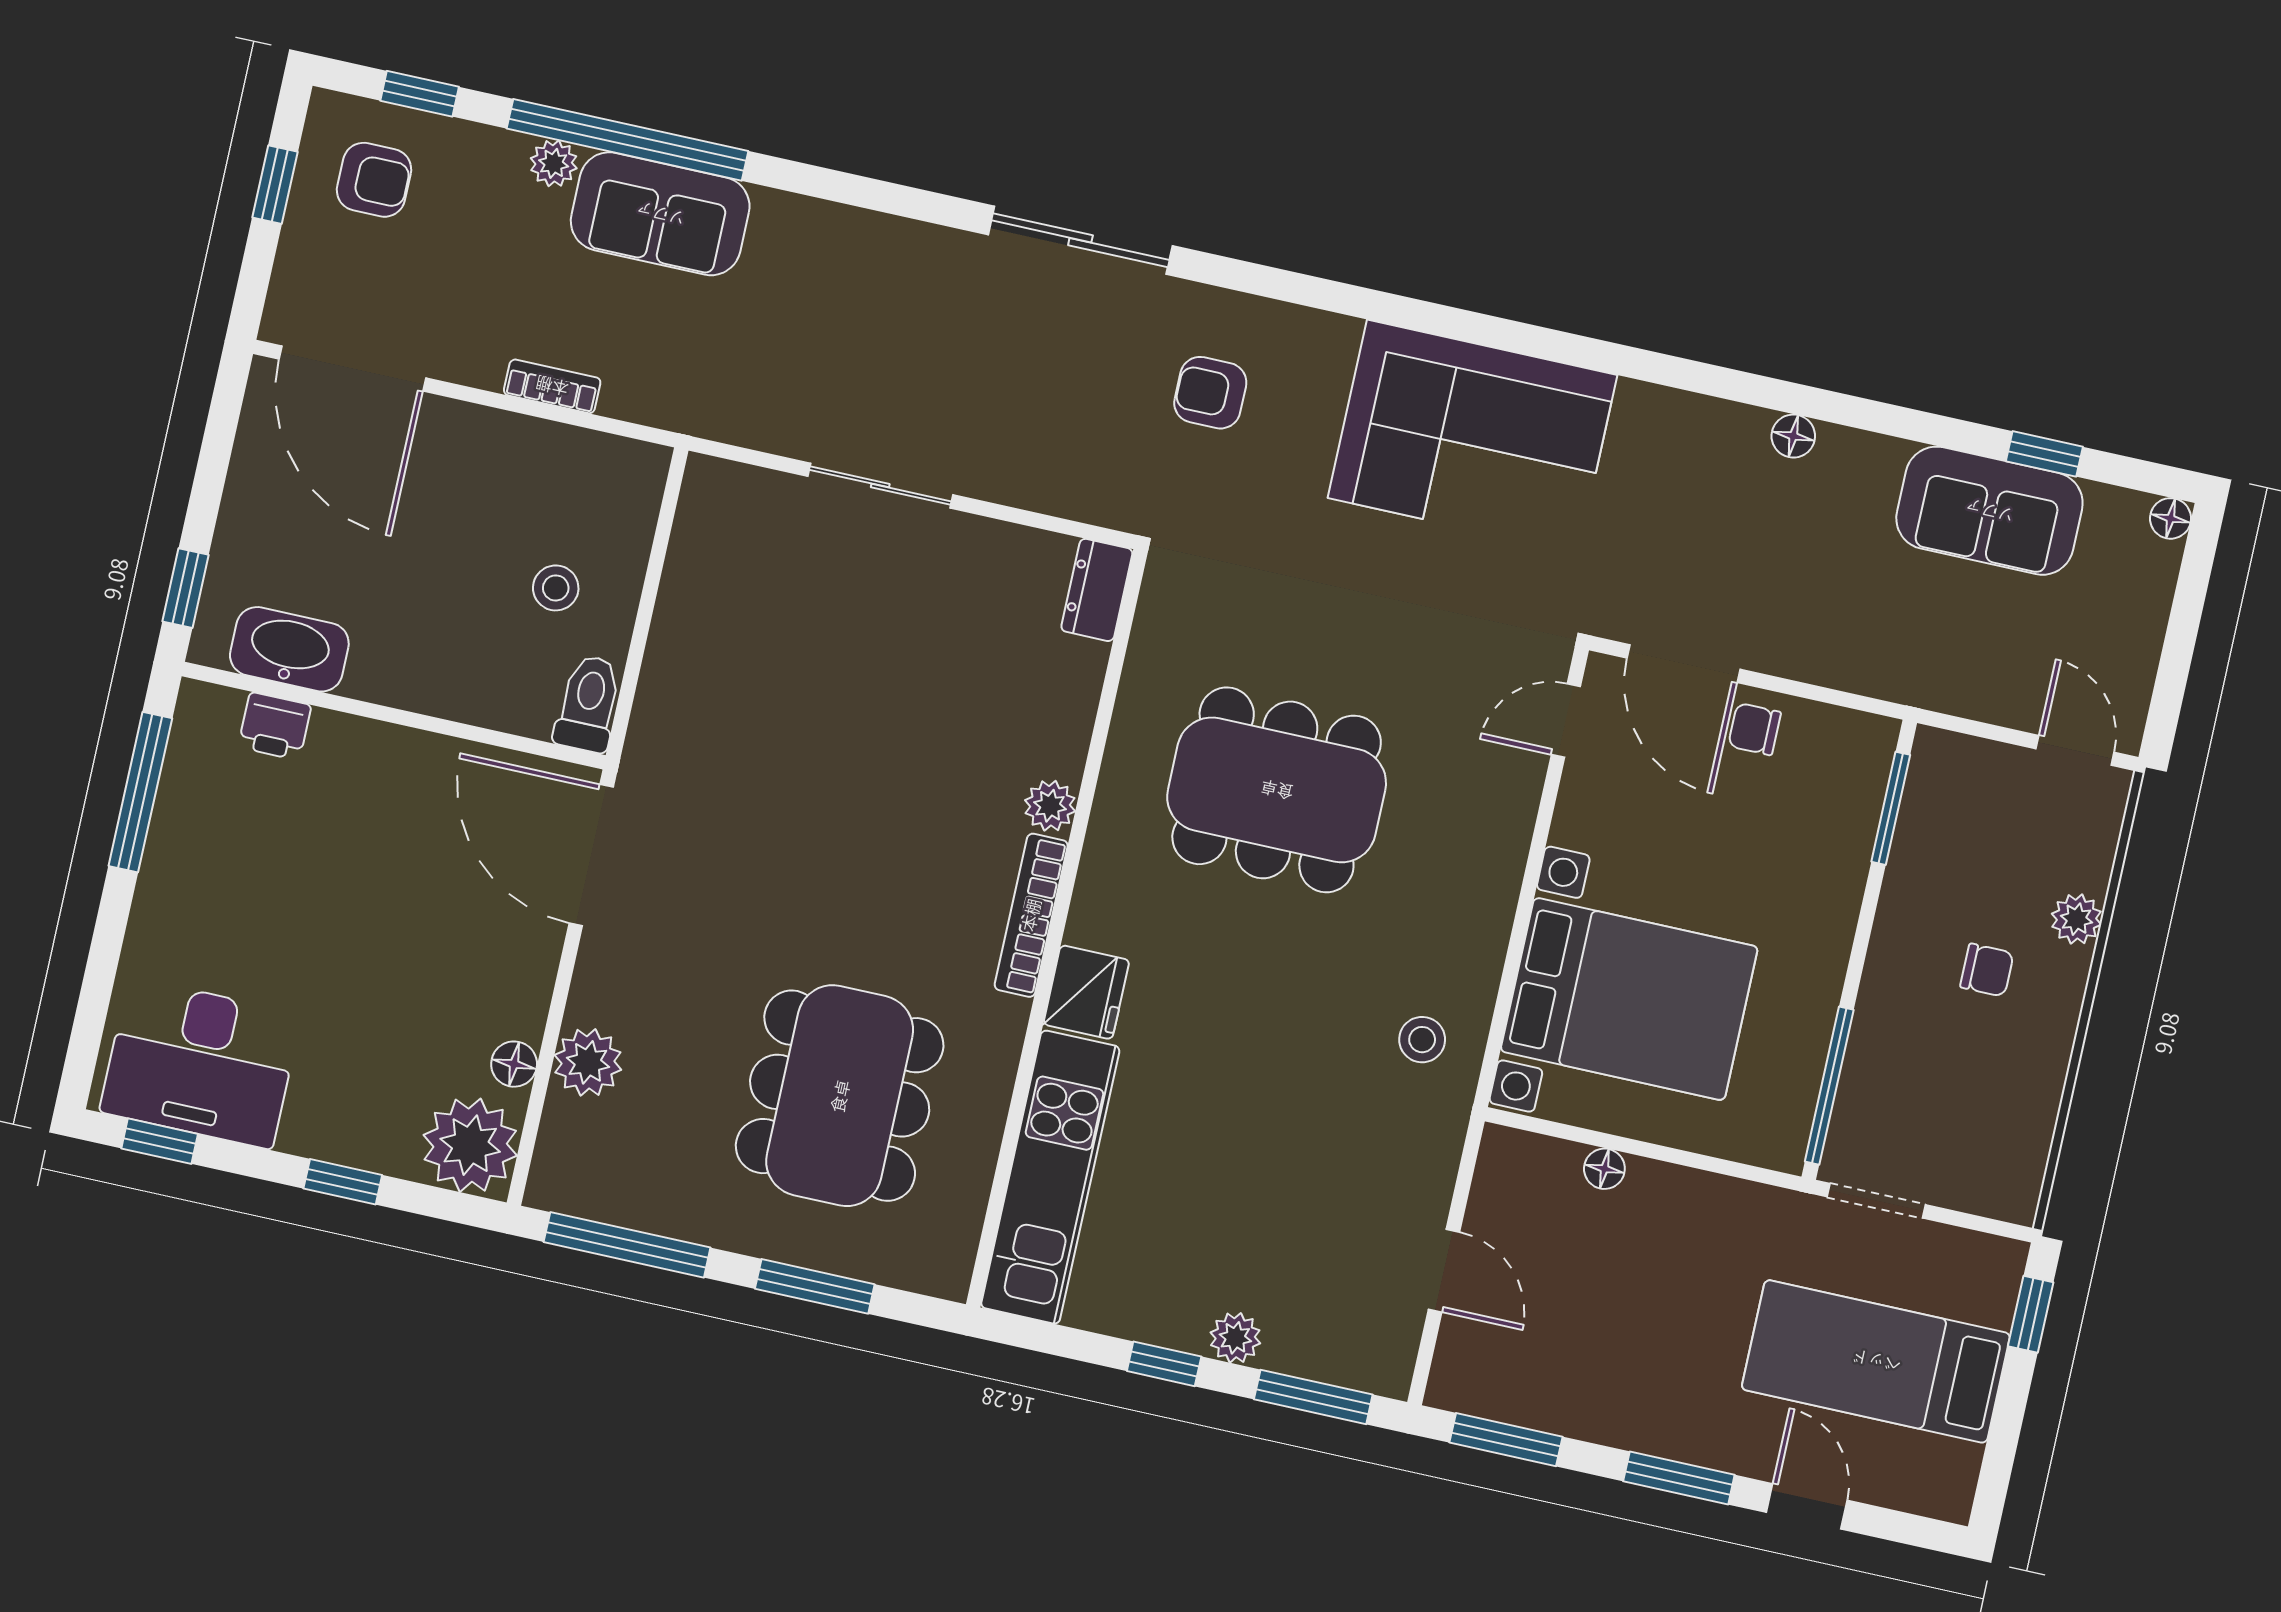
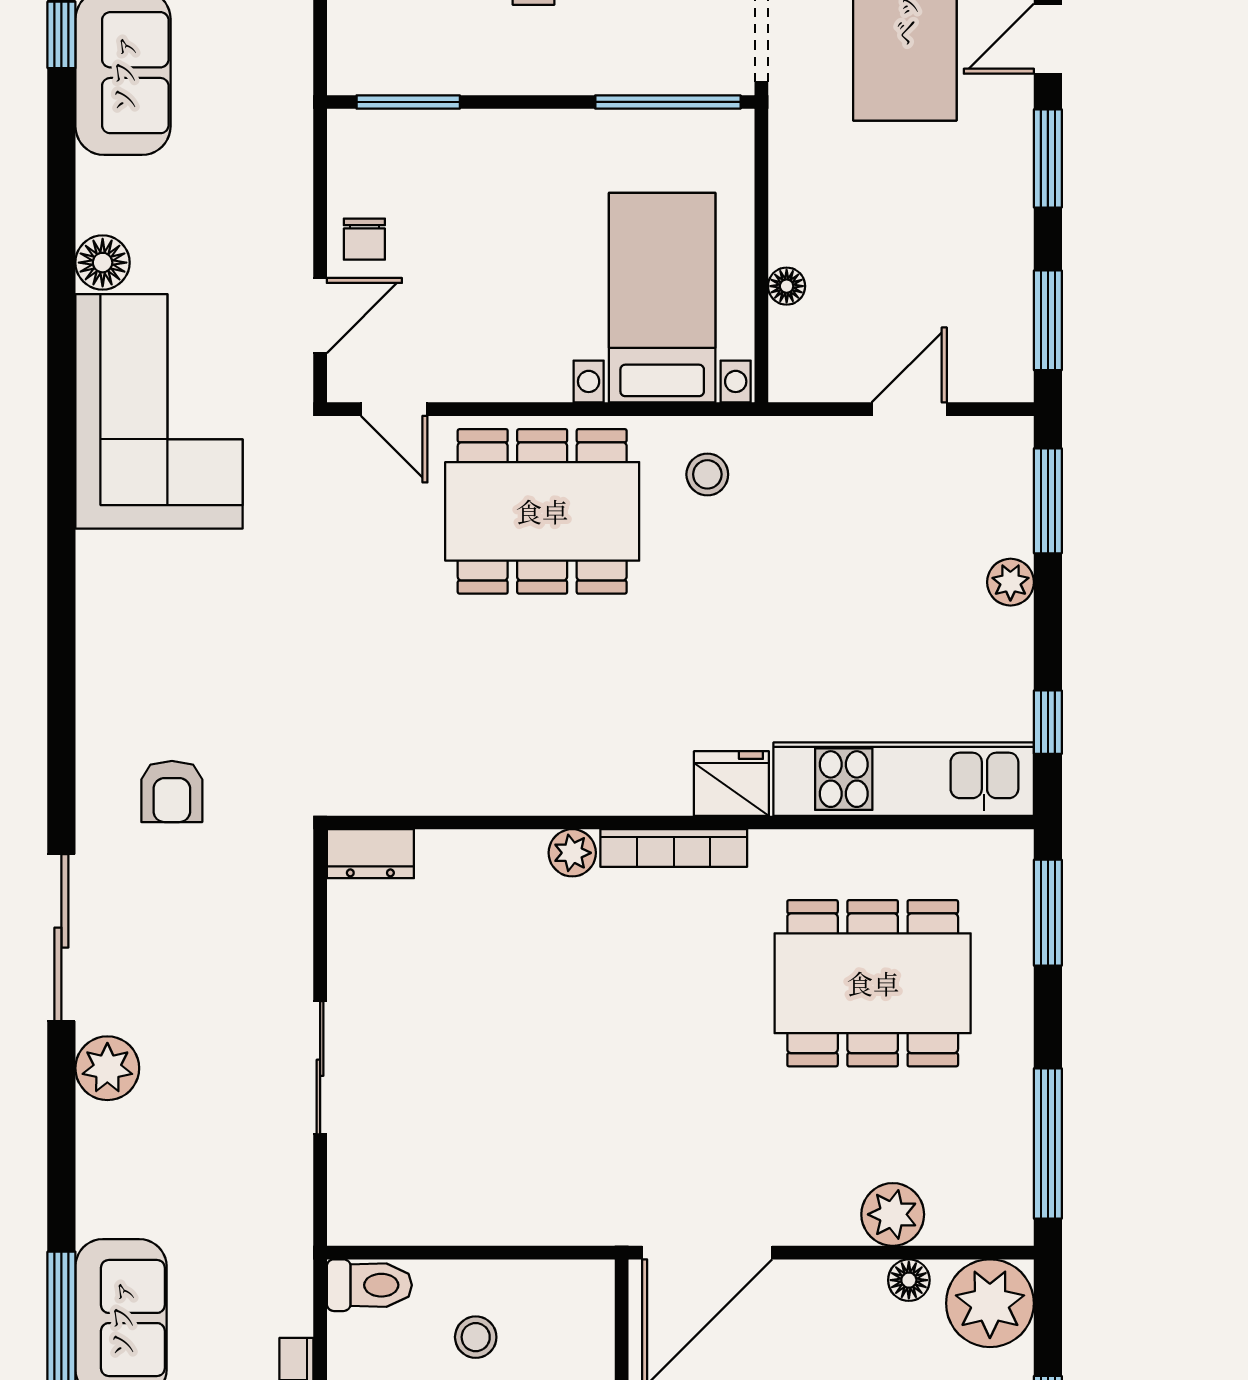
plant: (930, 258) -> (107, 1068), added
corner sofa: (1473, 436) -> (159, 411), moved
floor lamp: (1793, 436) -> (103, 263), width x1.37, depth x1.37
door: (1683, 664) -> (320, 316), width x0.73
toilet: (588, 704) -> (369, 1285), moved, turned 180
dining table: (1277, 790) -> (542, 511), moved, turned 90
bed with nightstands: (1629, 999) -> (662, 298), width x0.73
window: (815, 1286) -> (1048, 913), moved
window: (1164, 1364) -> (1048, 722), moved

